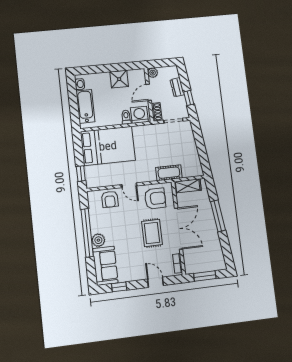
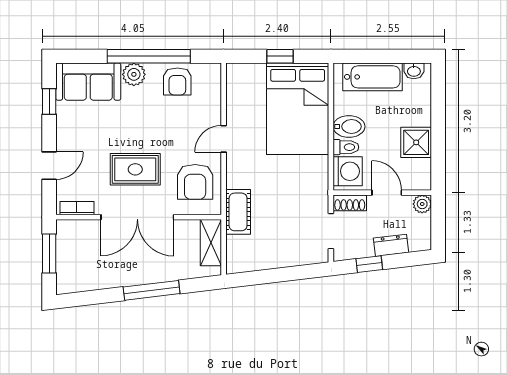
bidet: (114, 117) -> (349, 126), added
window: (81, 174) -> (280, 56), moved
armchair: (110, 199) -> (177, 81), moved, turned -90

